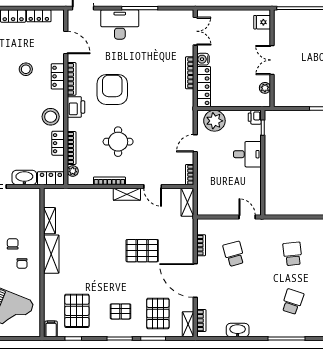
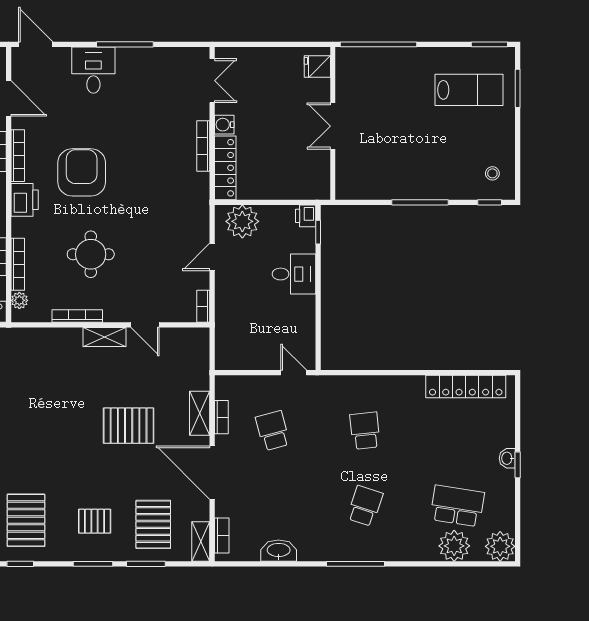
desk: (120, 24) -> (93, 70), width x0.73
plant: (265, 88) -> (322, 170), removed
shelving: (187, 202) -> (200, 413), moved

